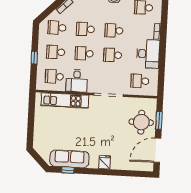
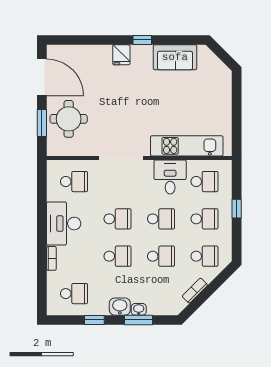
door: (157, 150) -> (42, 77), hinge flipped
sofa: (69, 159) -> (175, 57), width x0.73
window: (68, 170) -> (142, 40), moved

